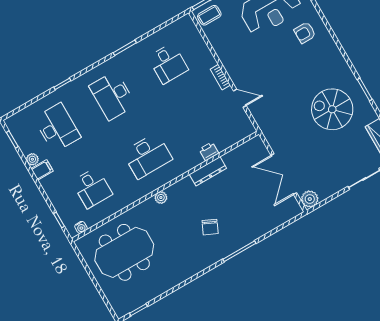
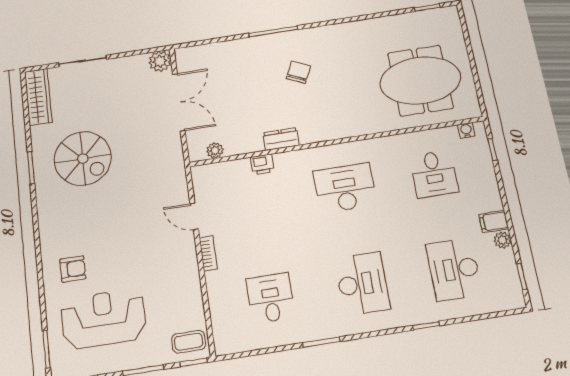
dresser: (208, 171) -> (281, 139), width x0.70
desk: (92, 188) -> (434, 174), turned 180
plant: (161, 198) -> (215, 150), moved

